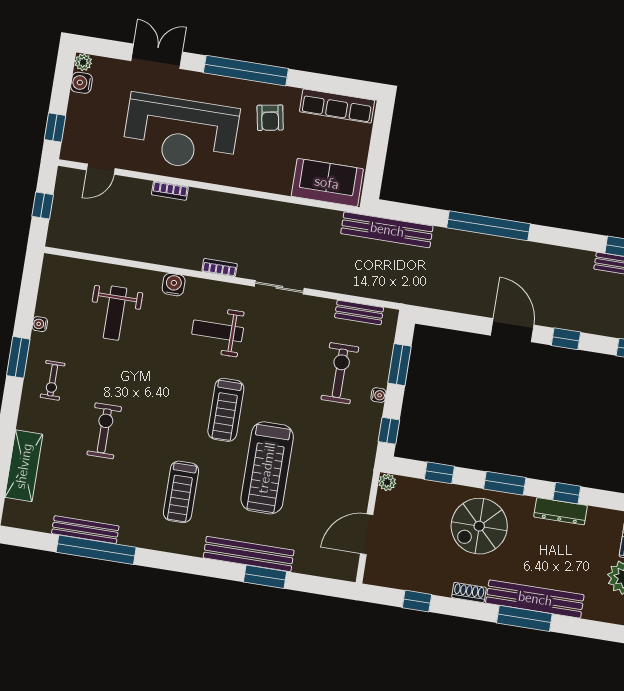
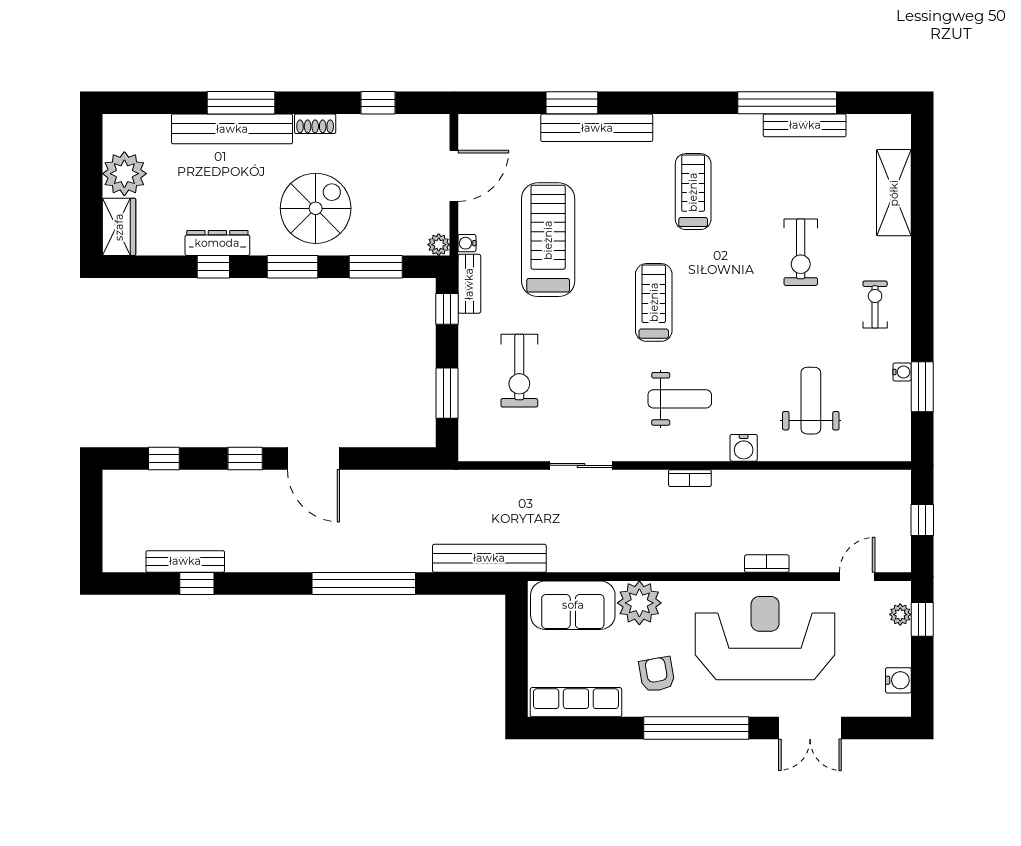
plant: (83, 62) -> (900, 614), moved
plant: (275, 176) -> (639, 603), added
sliding door: (279, 287) -> (581, 465), moved
bench: (359, 312) -> (469, 284), moved, turned 90
window: (18, 357) -> (922, 387), moved
water cooler: (378, 395) -> (467, 243), moved
treadmill: (267, 468) -> (548, 240), moved
window: (439, 473) -> (376, 267), width x1.50

